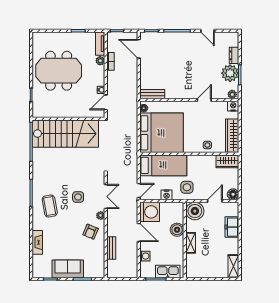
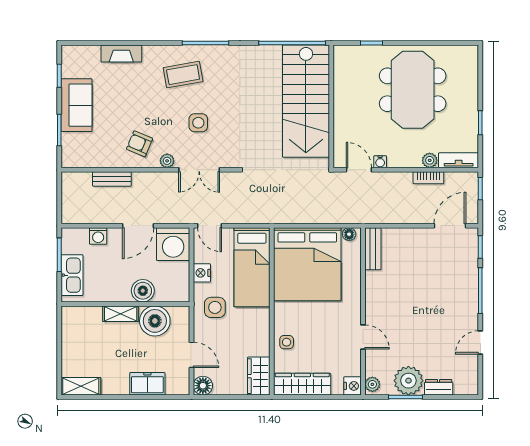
boiler: (195, 211) -> (155, 321), moved

